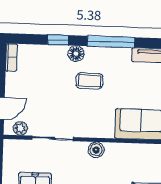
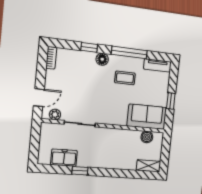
coffee table: (90, 81) -> (125, 78), moved
boiler: (96, 150) -> (147, 137), moved

